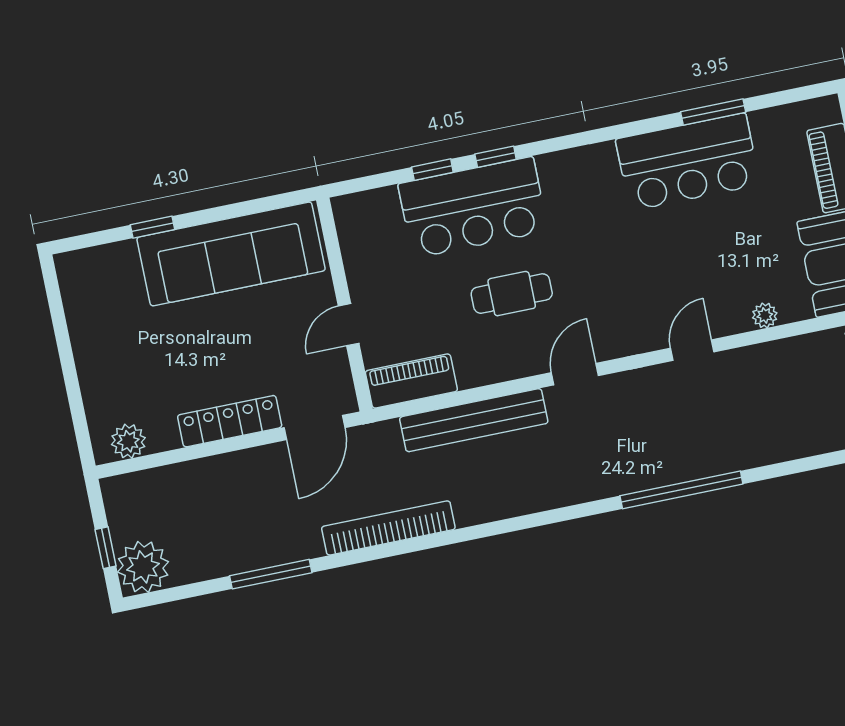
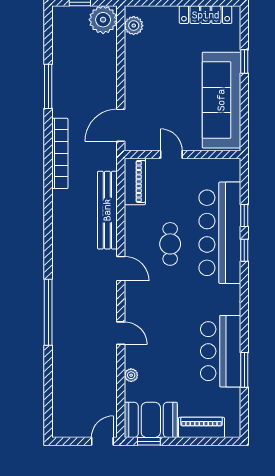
bar counter: (473, 207) -> (220, 233), width x1.36
locker: (230, 421) -> (206, 15), moved, turned 90
door: (314, 428) -> (121, 125), hinge flipped
plant: (143, 567) -> (103, 20), moved

